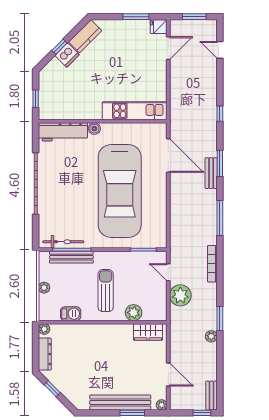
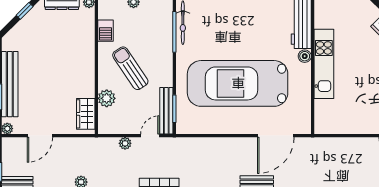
kitchen unit: (135, 111) -> (324, 64), moved
bench: (71, 257) -> (166, 111), moved
sun lounger: (106, 291) -> (130, 68), turned -124
plant: (180, 295) -> (125, 143), width x0.53, depth x0.53

